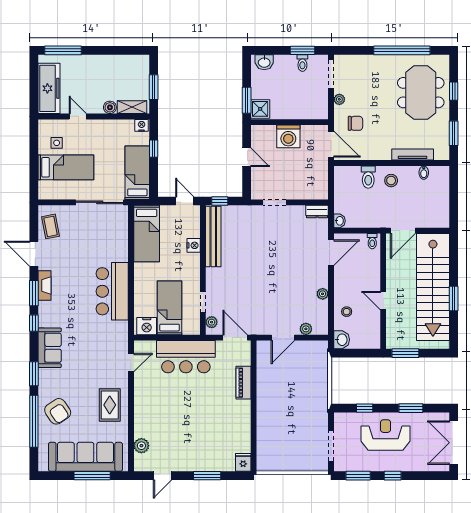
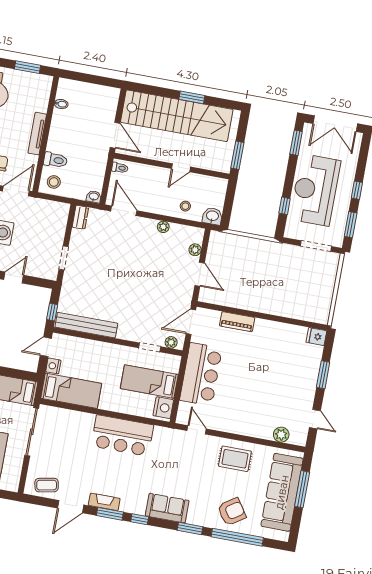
tv unit: (413, 155) -> (37, 134), moved
stool: (391, 181) -> (54, 182), moved
nightstand: (194, 245) -> (53, 366), moved, turned -90
window: (411, 408) -> (296, 143), moved
reception desk: (386, 435) -> (315, 190), width x1.36, depth x1.30

